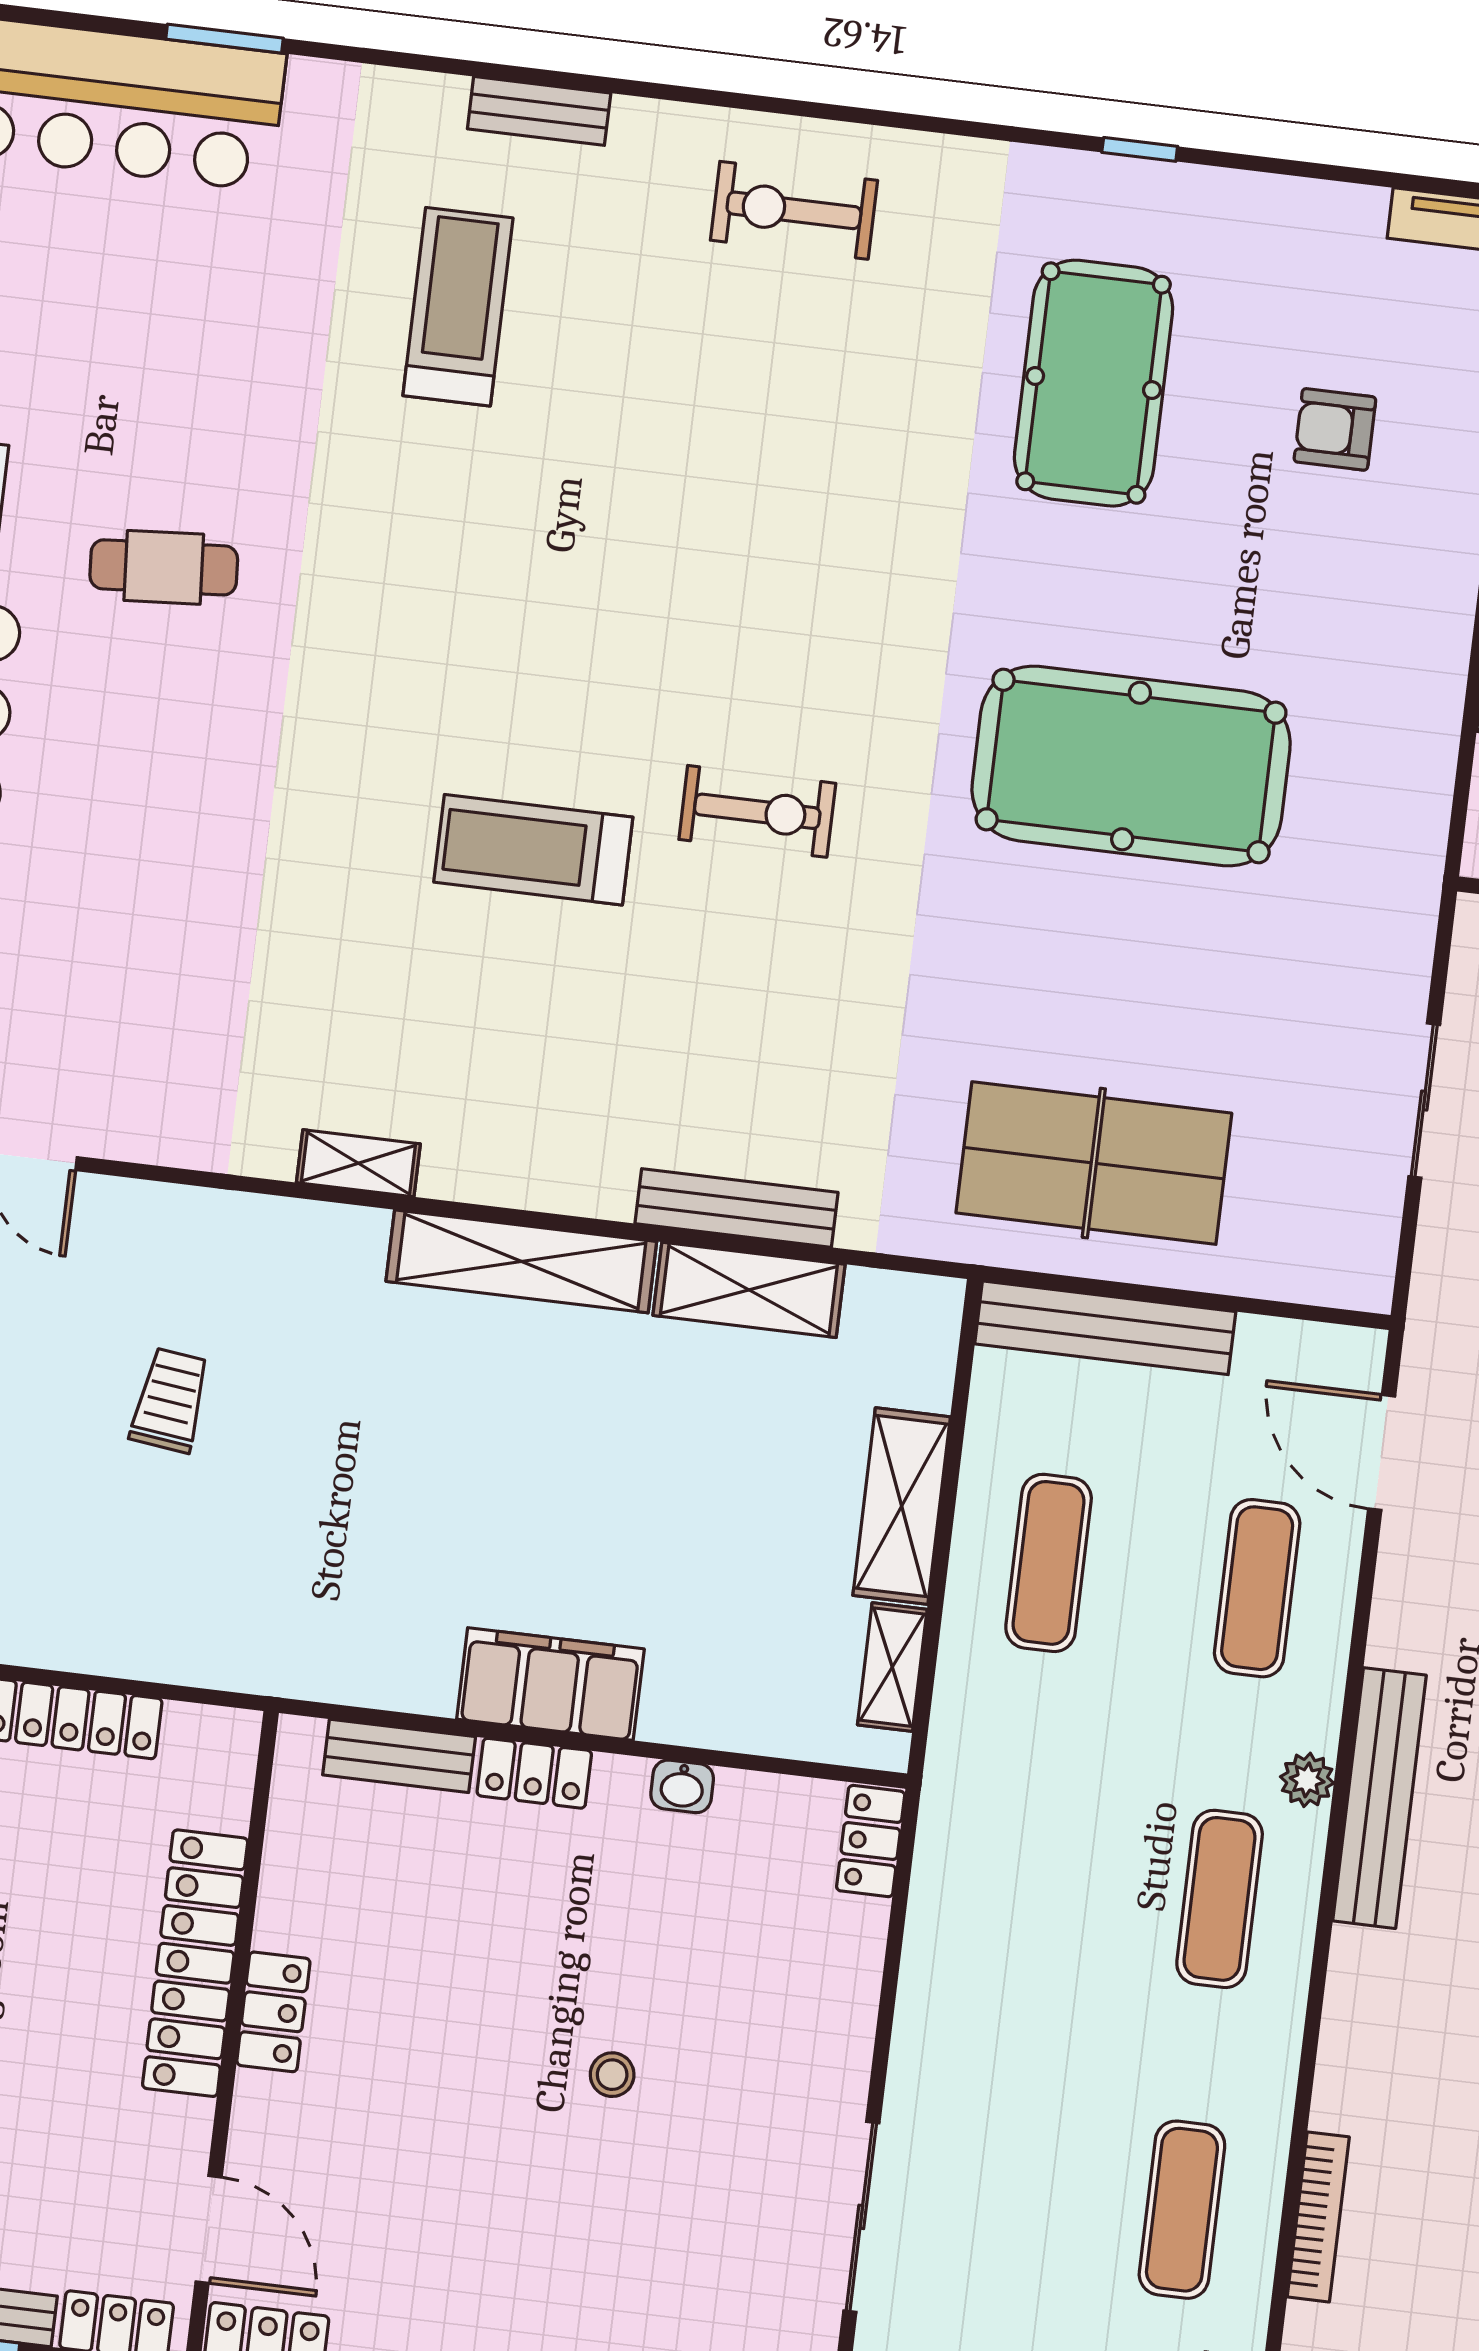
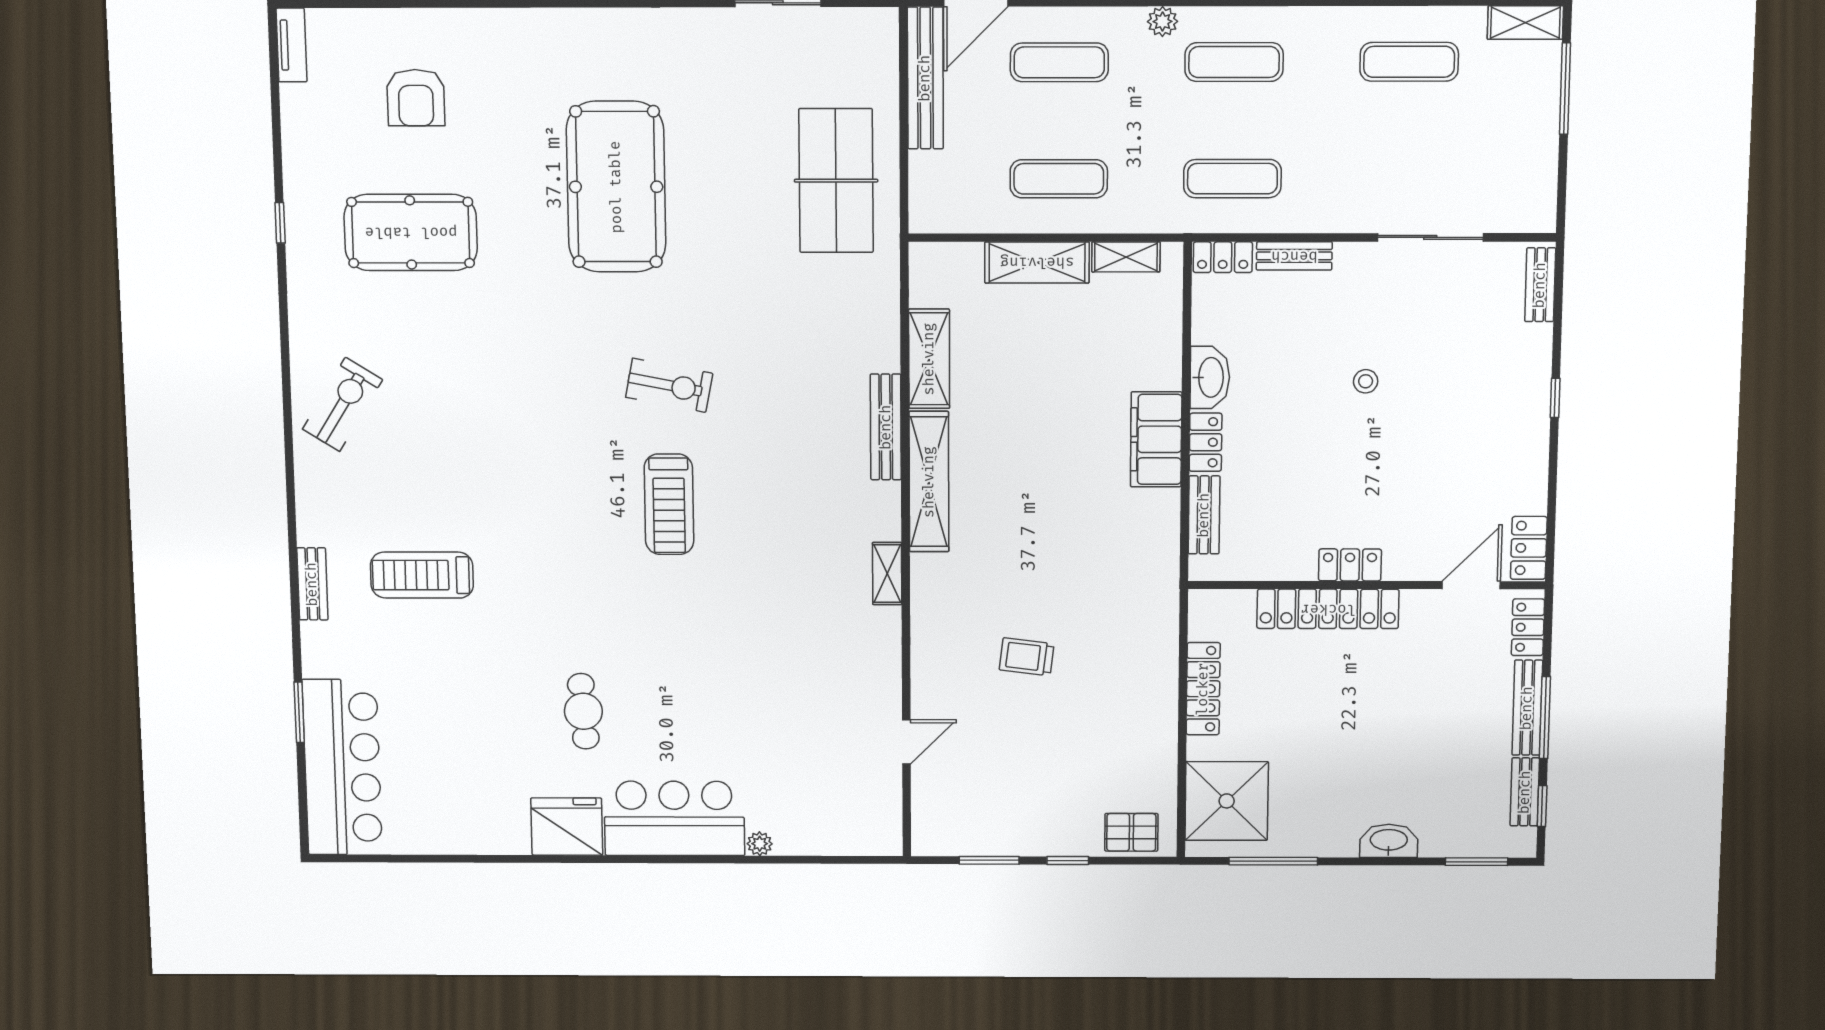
bench: (539, 111) -> (312, 584), moved
exercise bike: (794, 210) -> (343, 404), turned -148
armchair: (1335, 429) -> (416, 98), width x1.38, depth x1.38
exercise bike: (757, 811) -> (669, 385), turned 101
treadmill: (533, 850) -> (669, 504), moved
bench: (737, 1208) -> (886, 427), moved
bench: (1105, 1328) -> (925, 78), moved
washbasin: (682, 1786) -> (1210, 377), width x1.91, depth x1.45
exercise mat: (1011, 1874) -> (1232, 179), added
bench: (857, 1970) -> (1294, 256), added

